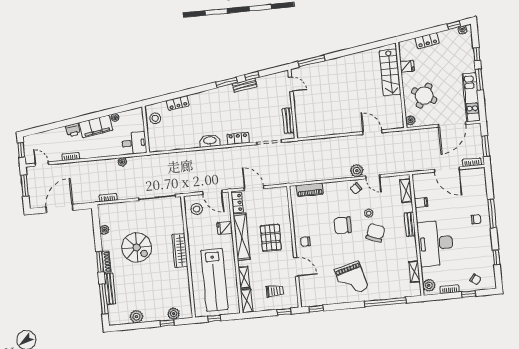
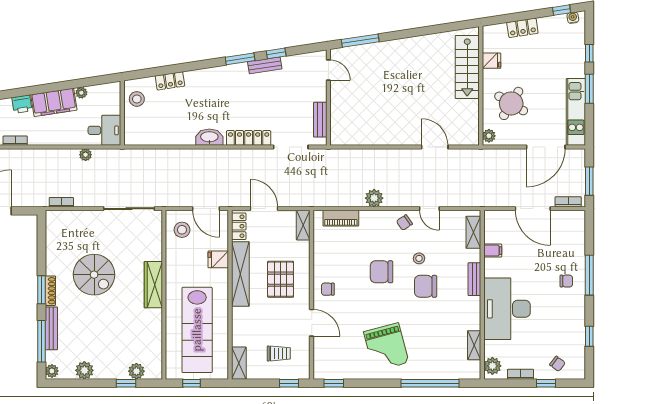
locker: (238, 139) -> (249, 138), width x1.53
plant: (357, 171) -> (374, 198), moved
plant: (104, 230) -> (52, 371), moved
chair: (375, 233) -> (426, 286), turned -111
shelving: (244, 278) -> (303, 225), moved

